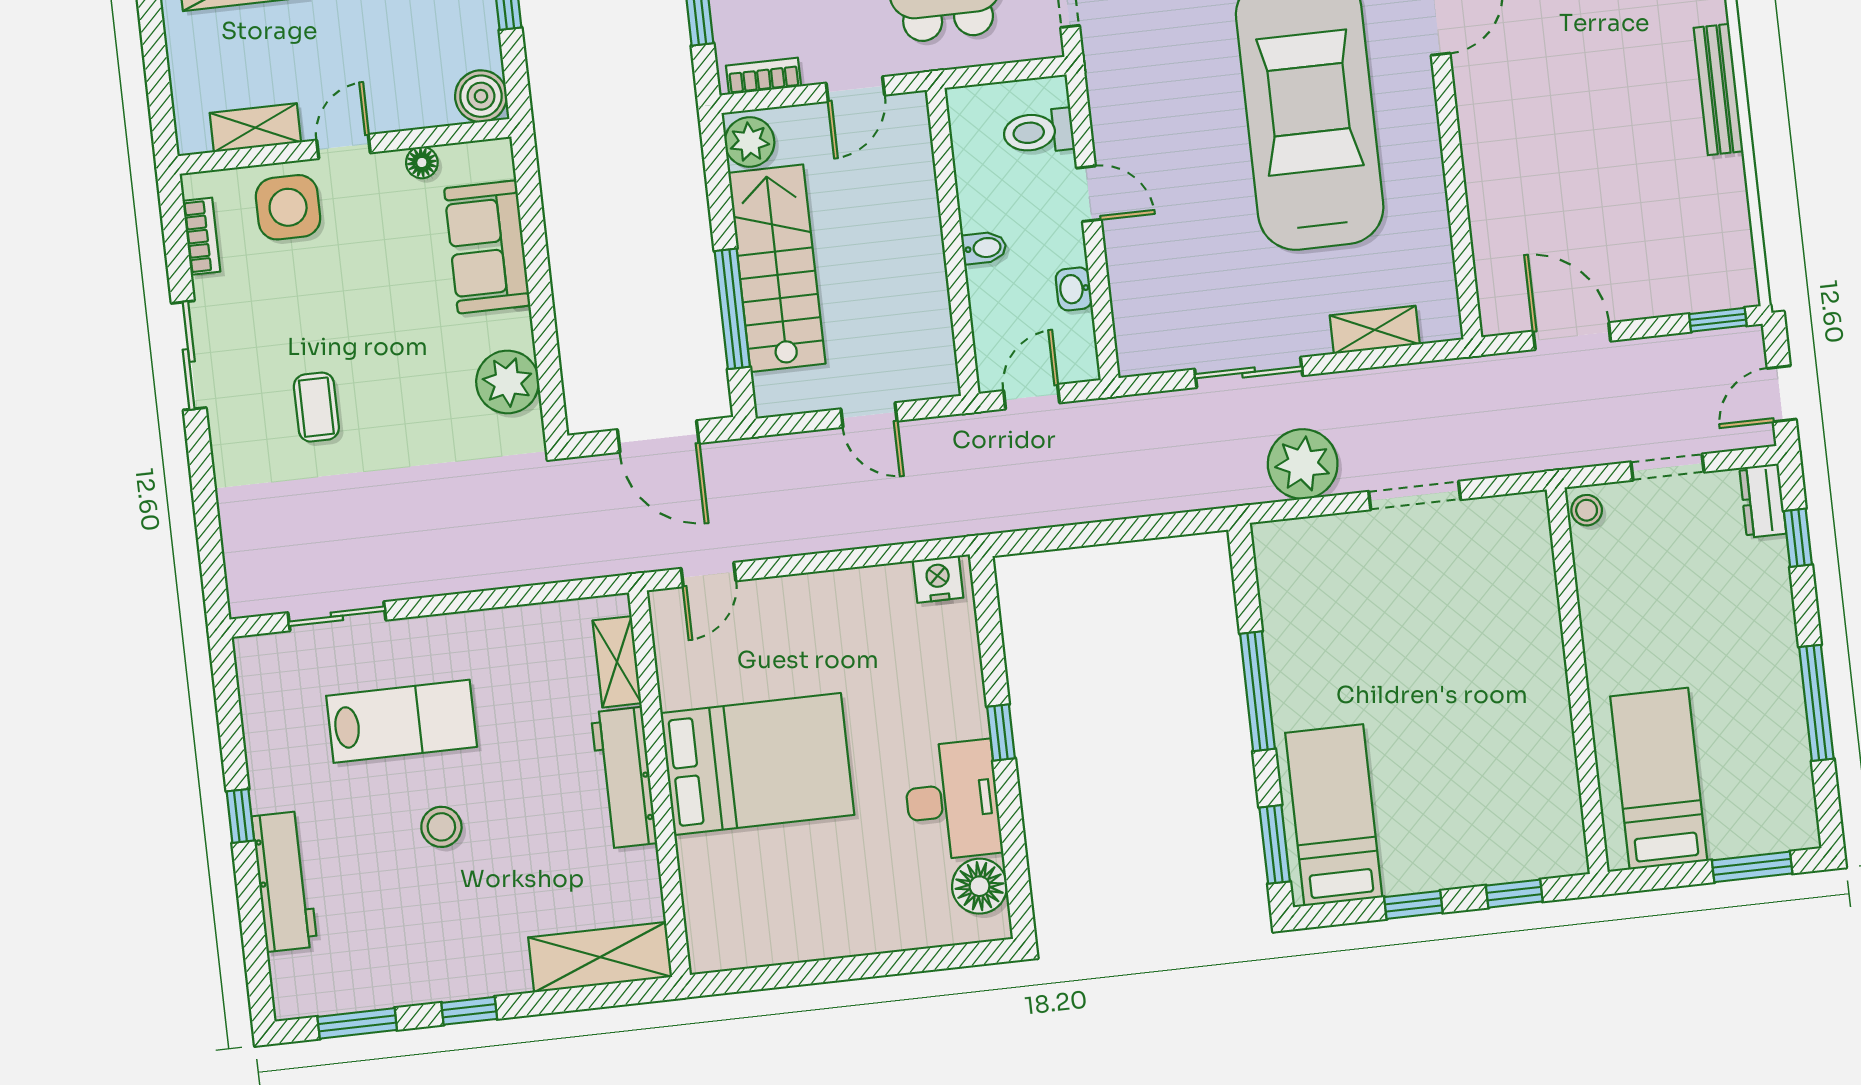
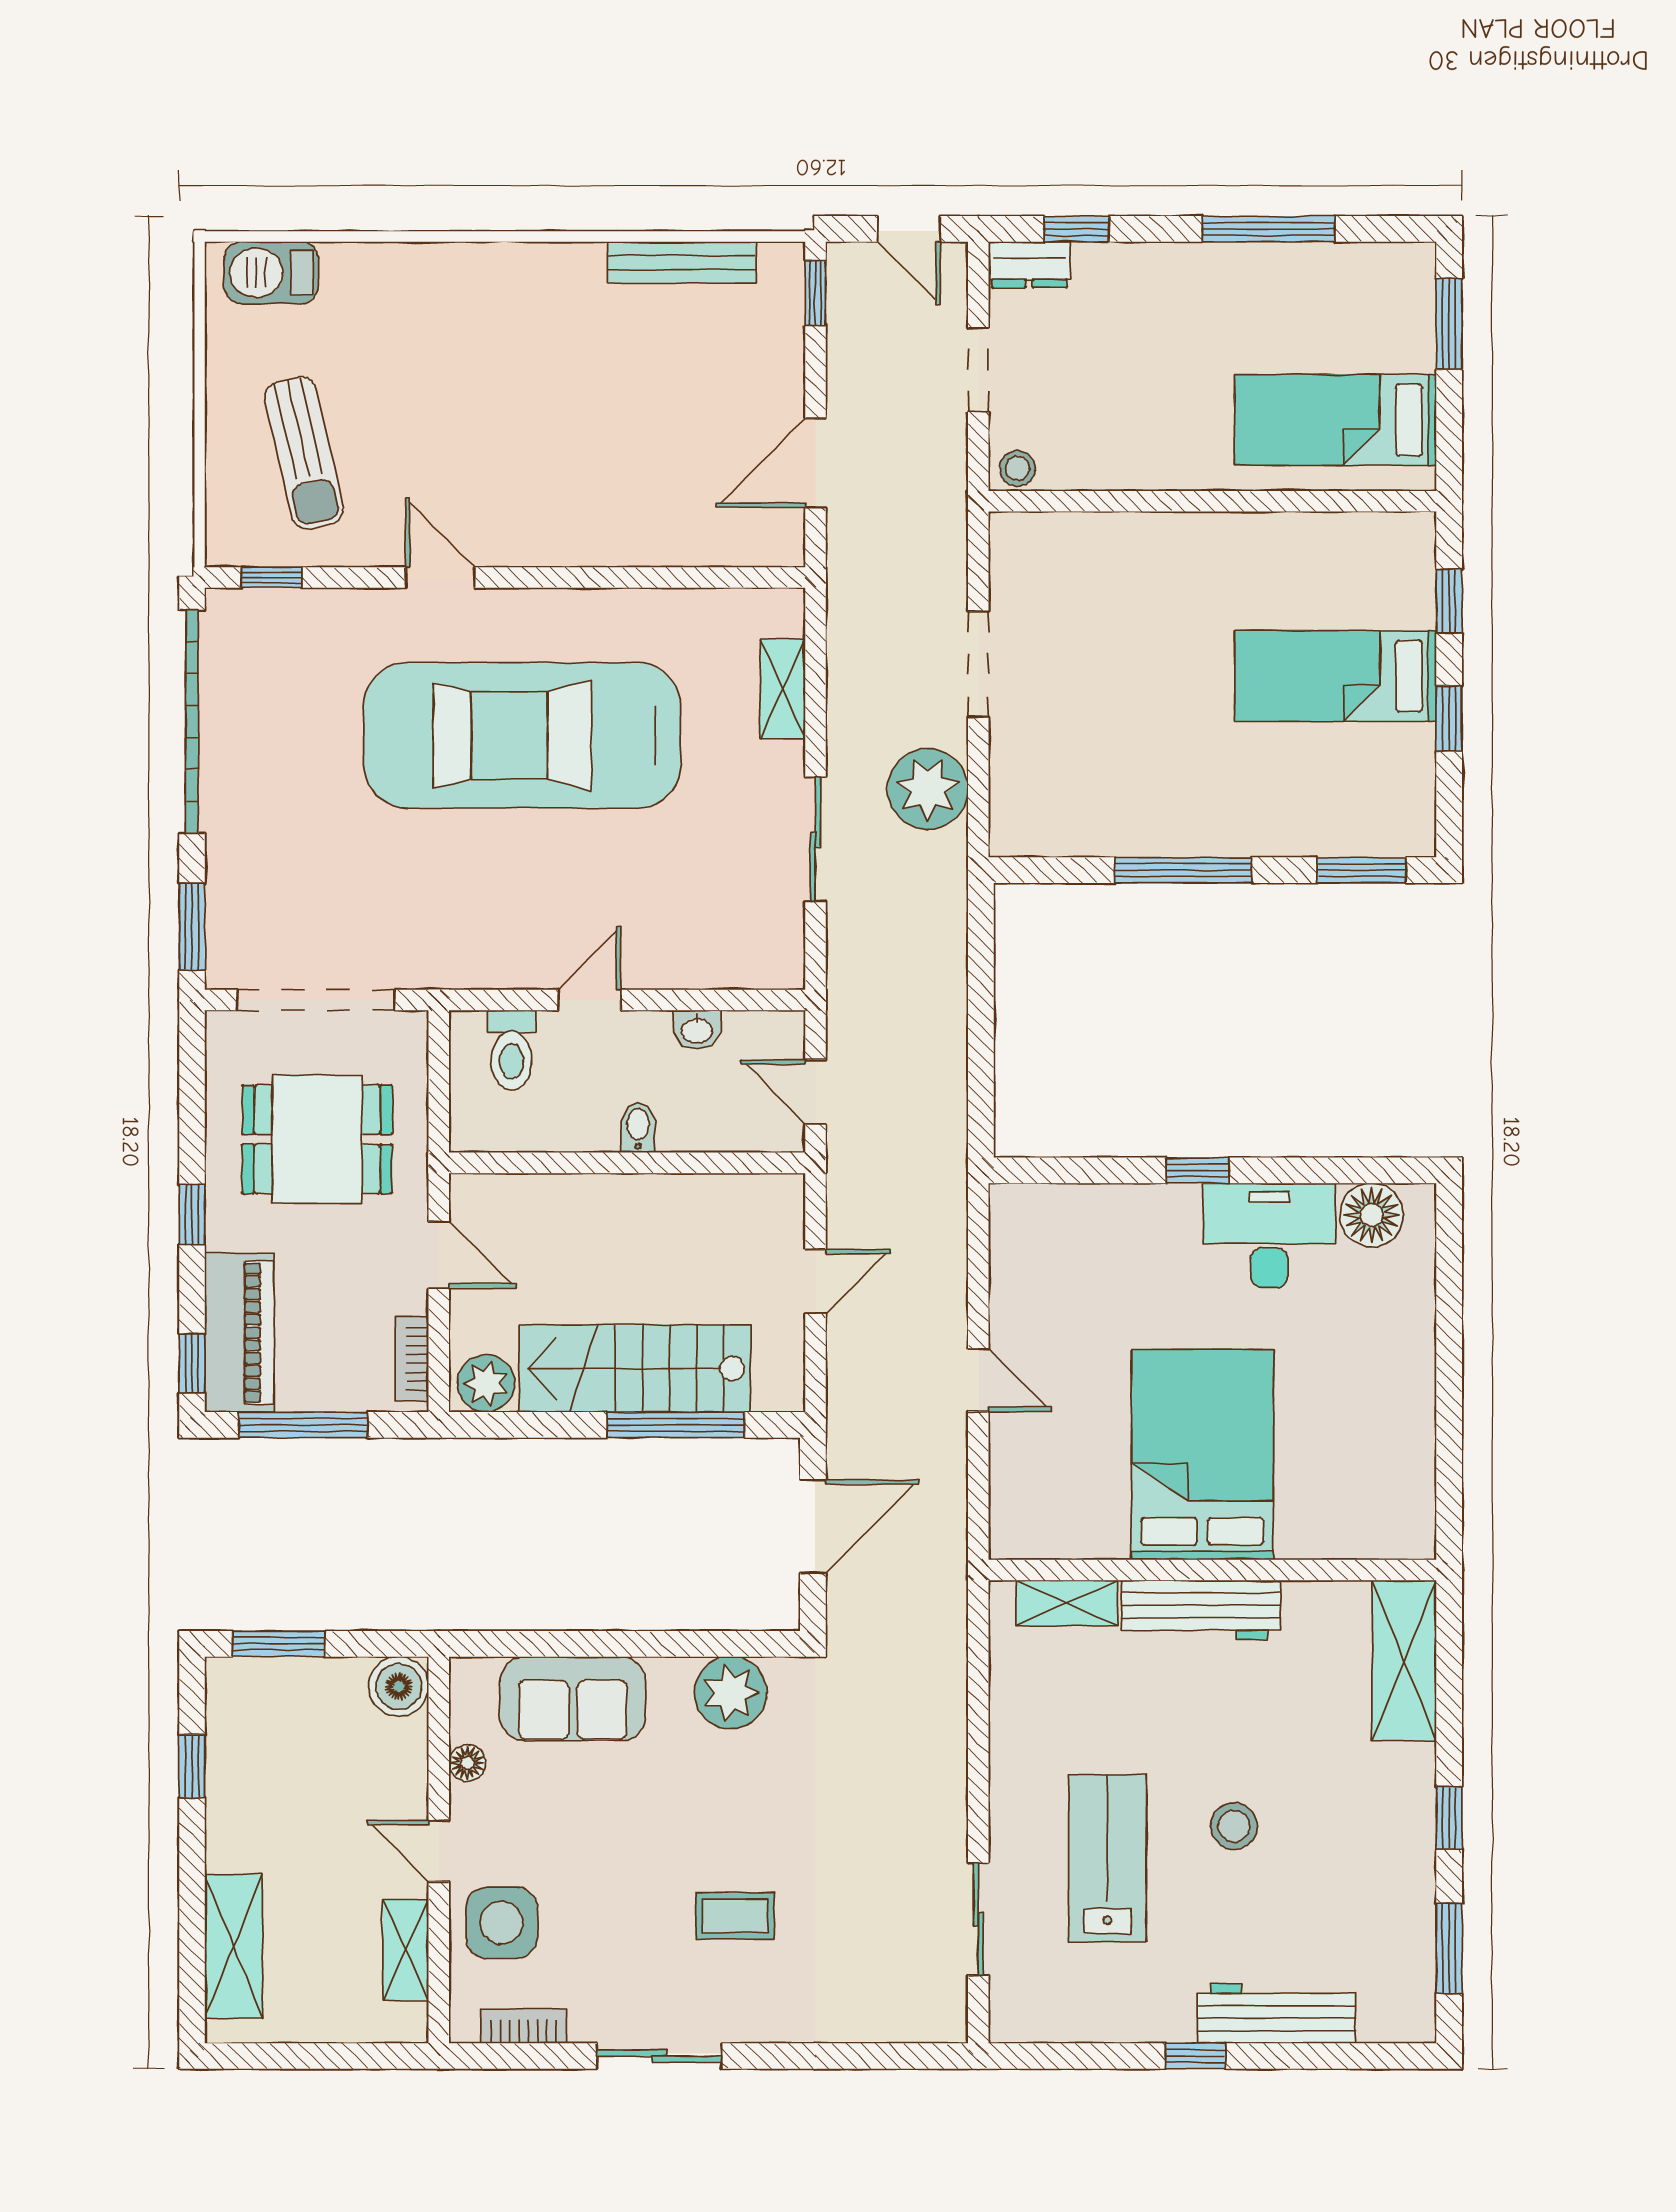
bench: (1718, 90) -> (682, 262), moved
door: (708, 575) -> (978, 1380), moved
nightstand: (938, 579) -> (1013, 1223), removed
bed: (1334, 815) -> (1335, 676), moved

